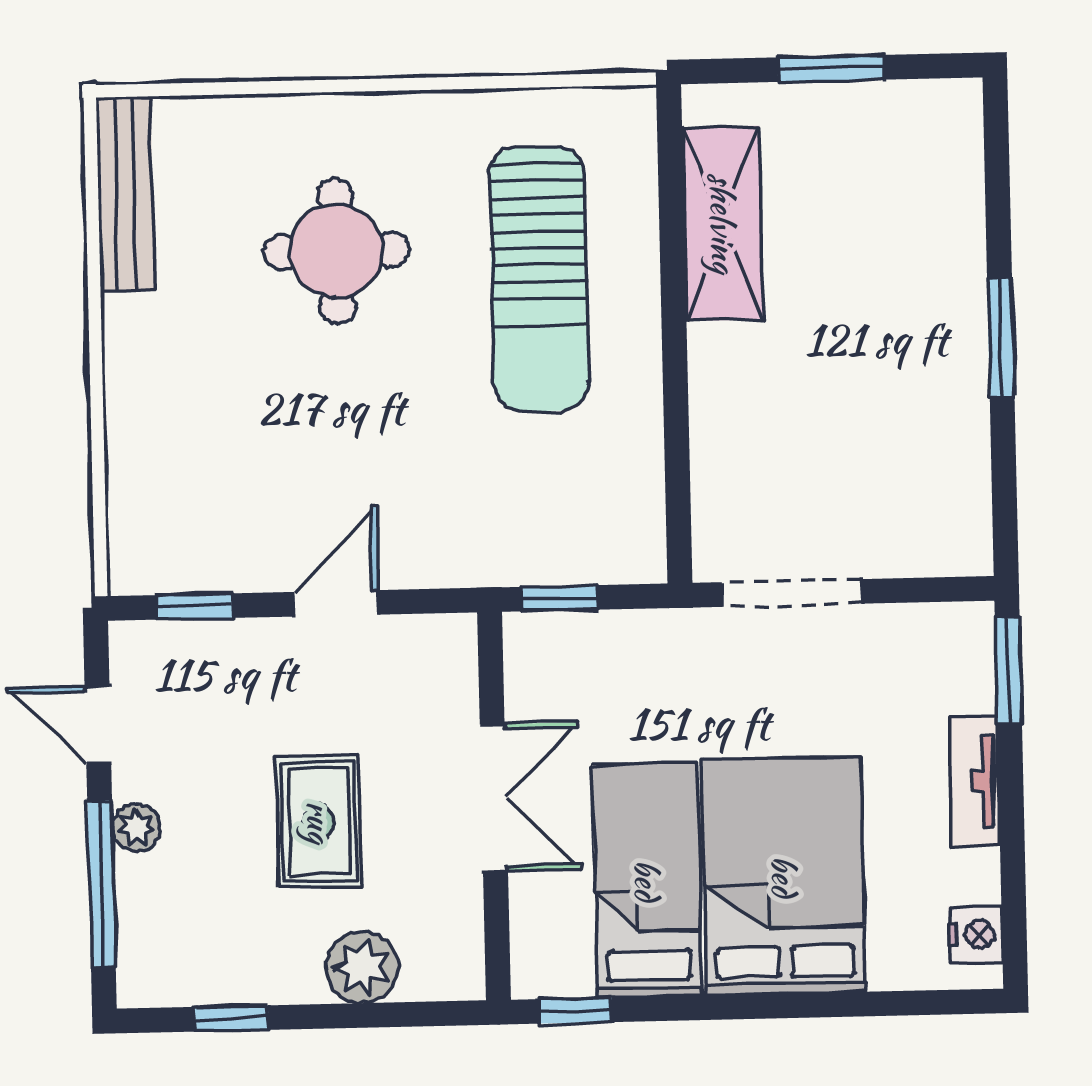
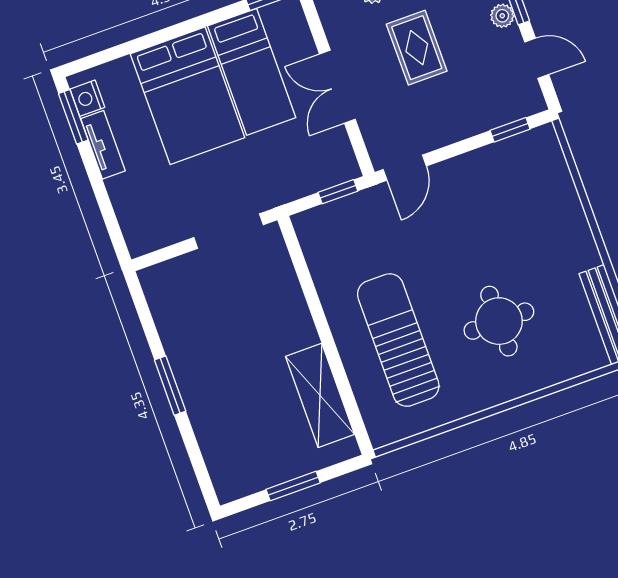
door: (336, 603) -> (405, 168), moved
window: (1008, 671) -> (73, 117), moved
tv unit: (974, 781) -> (103, 145), moved

